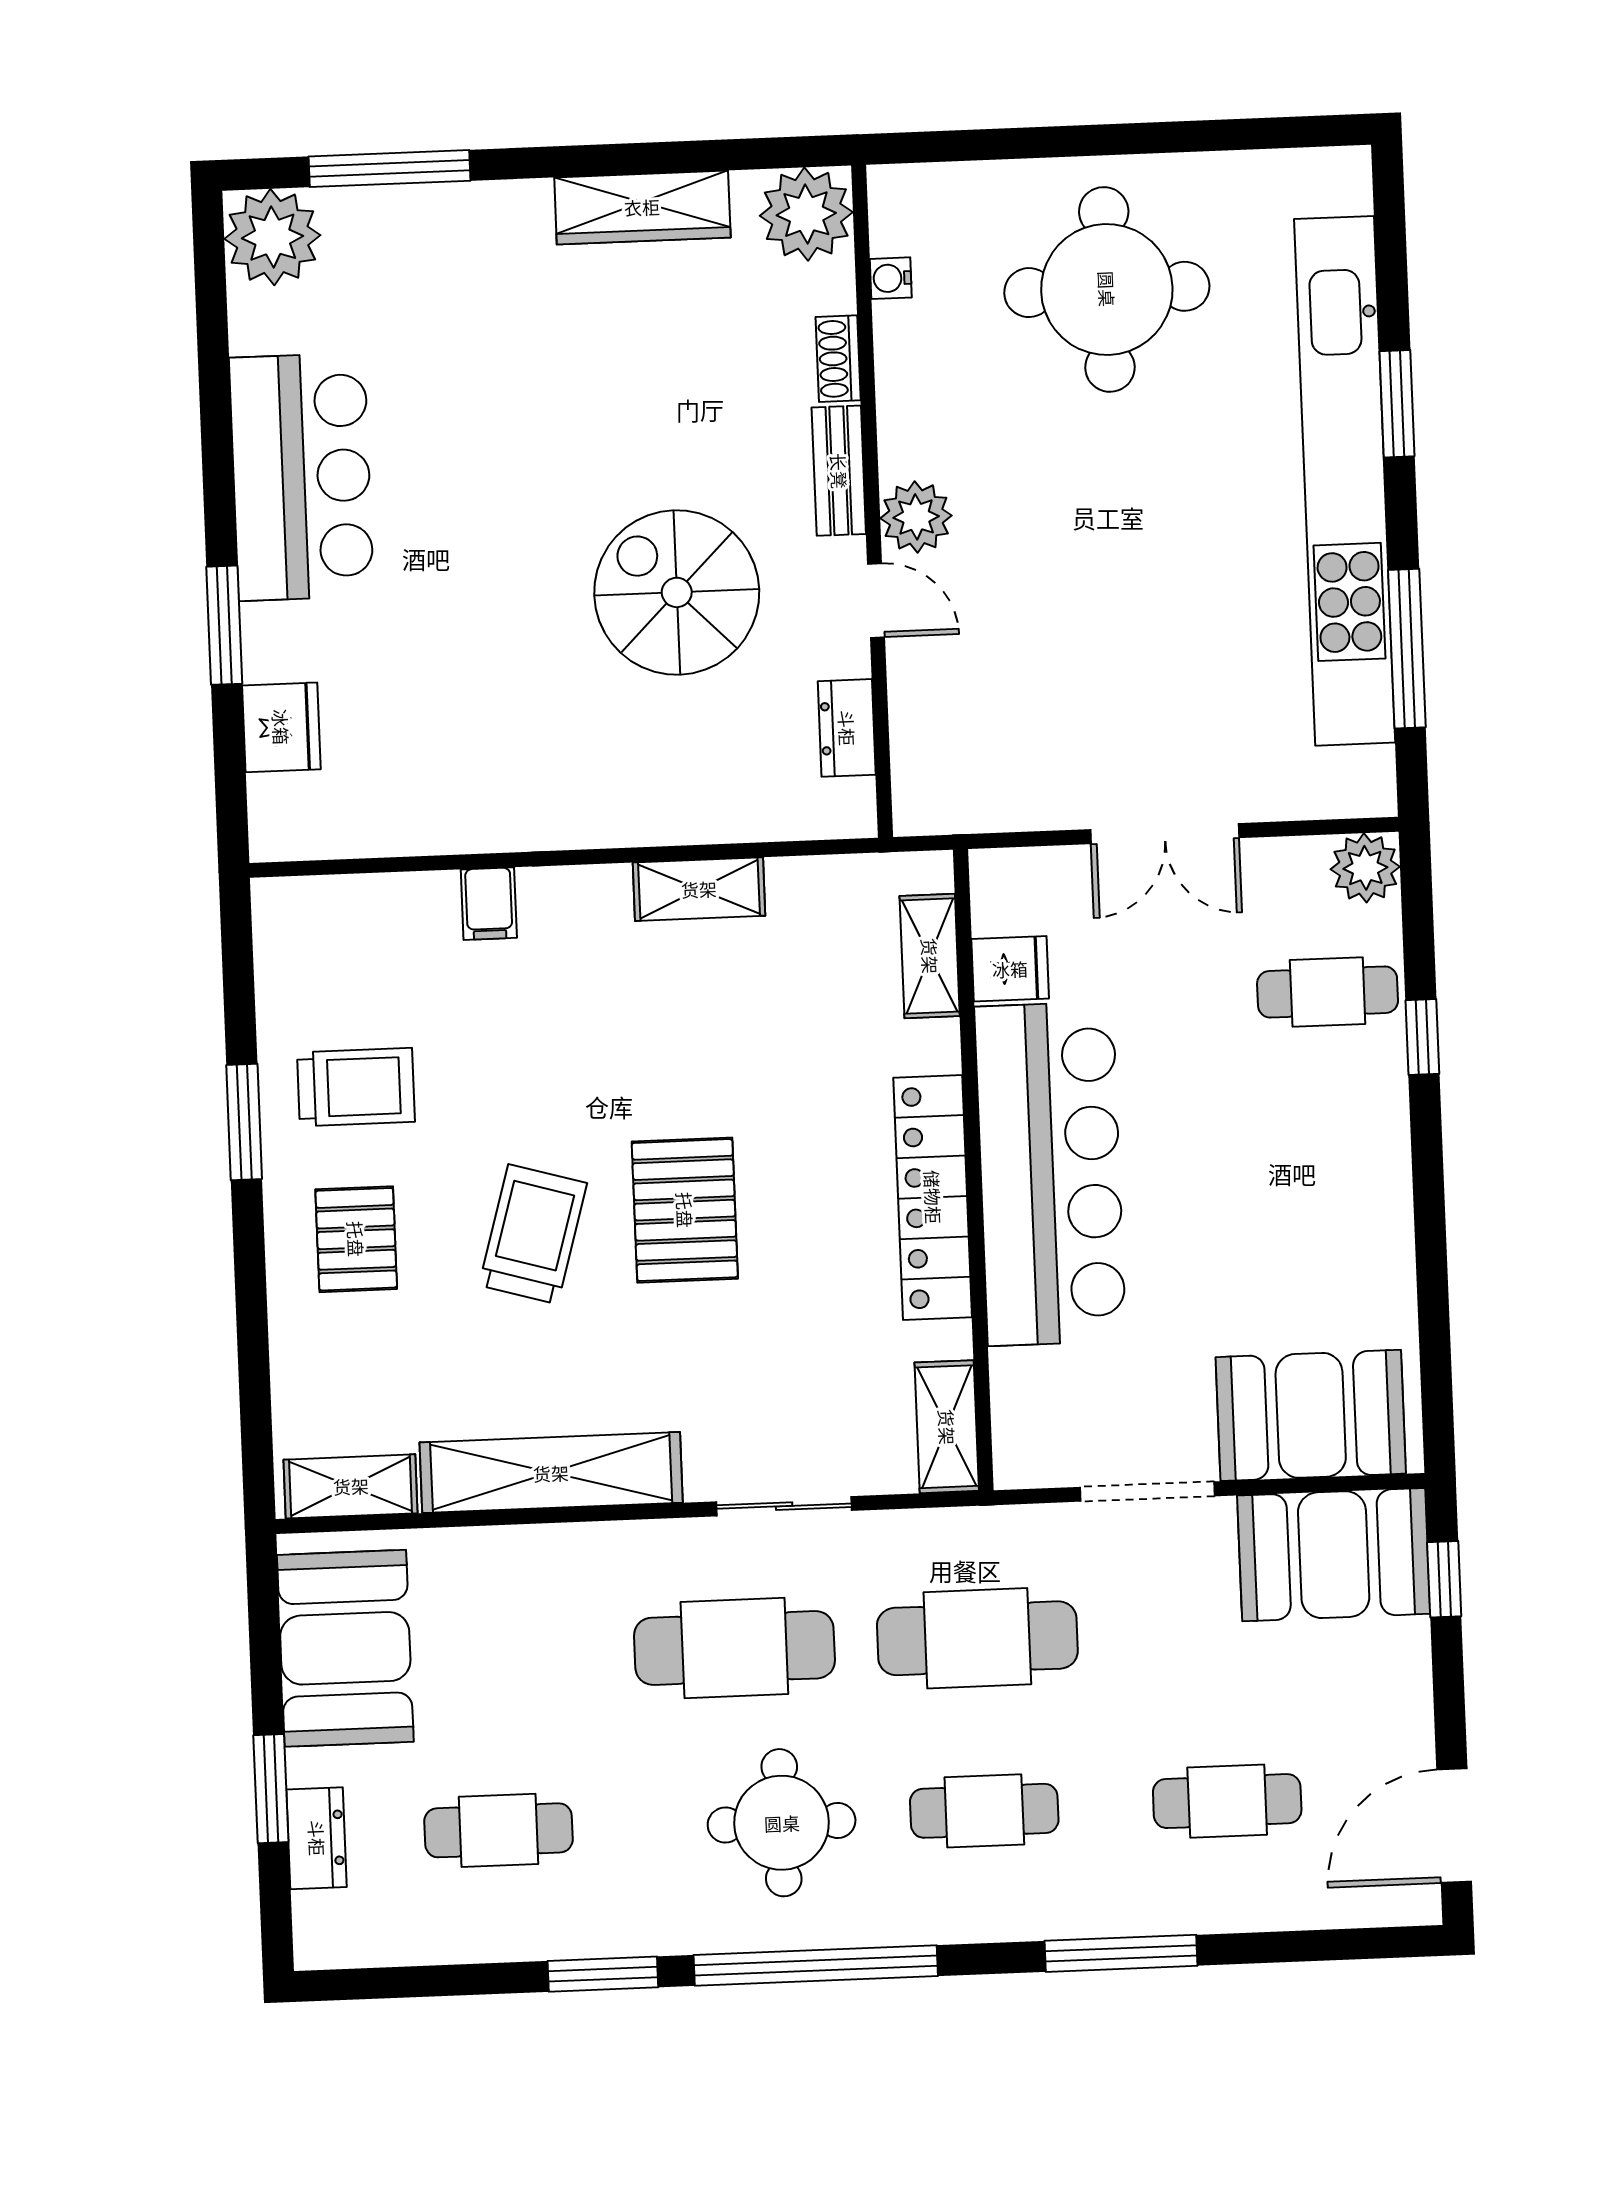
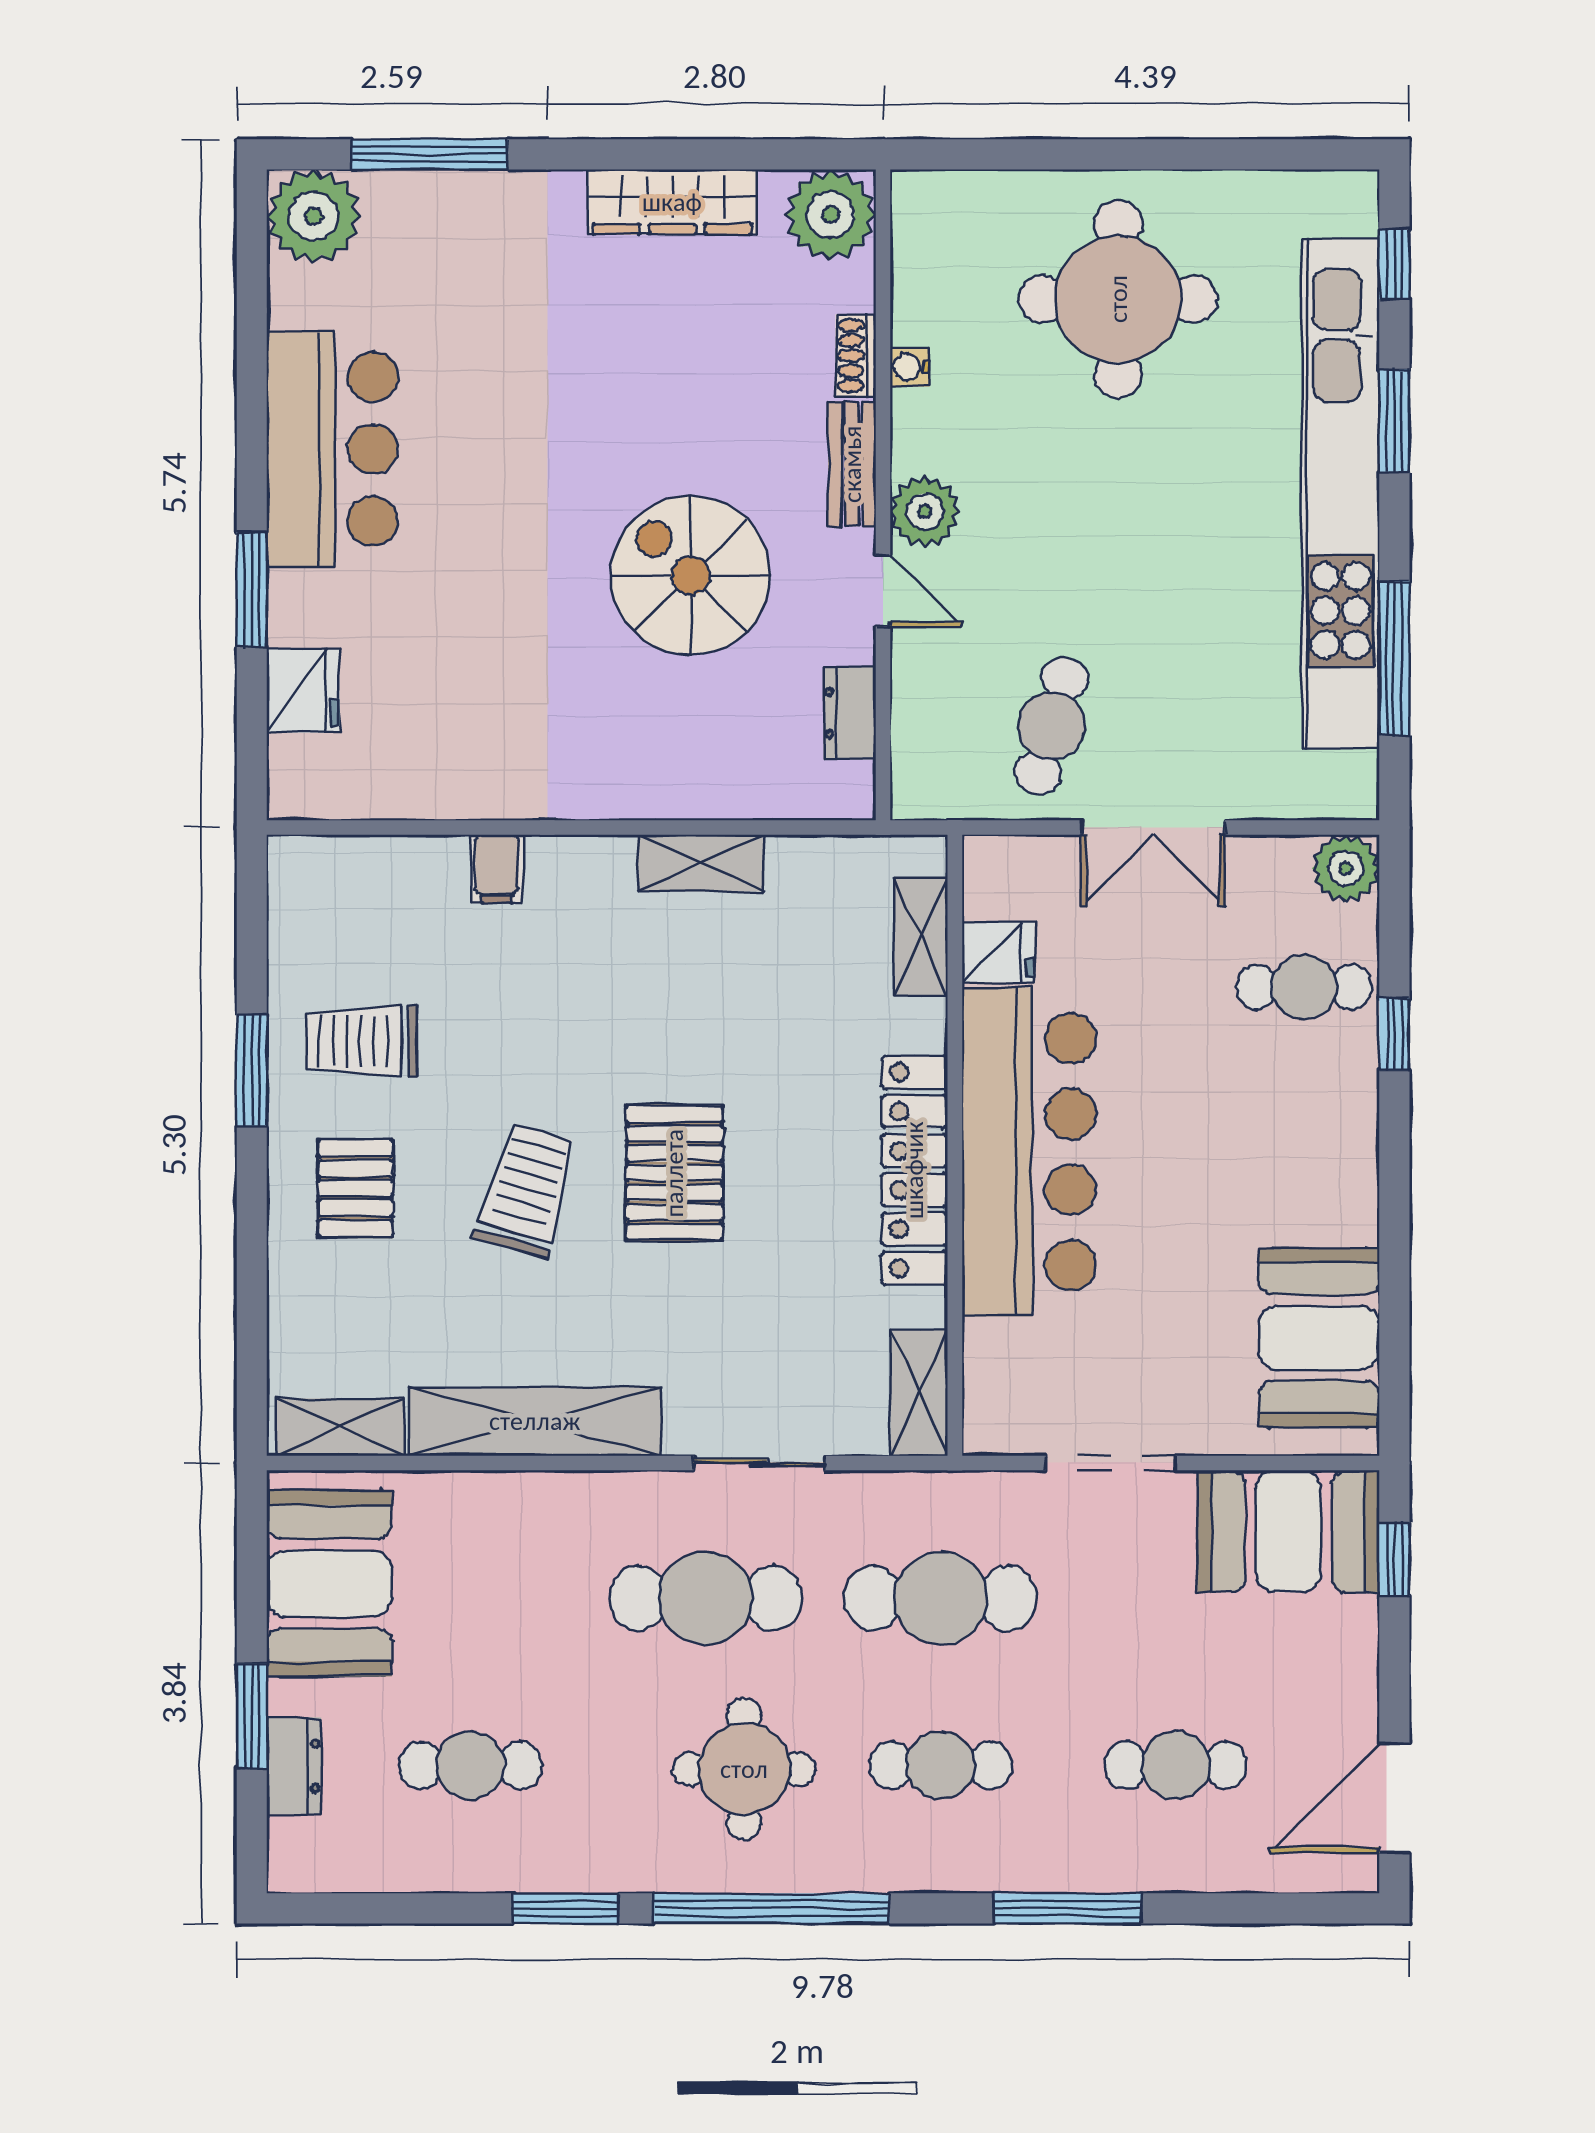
window: (1391, 242) -> (1394, 264), added
water cooler: (891, 278) -> (910, 367), moved
cafe table: (1056, 733) -> (1051, 726), added
trolley: (356, 1087) -> (361, 1041), turned 180
booth: (1311, 1415) -> (1319, 1338), moved, turned 90

